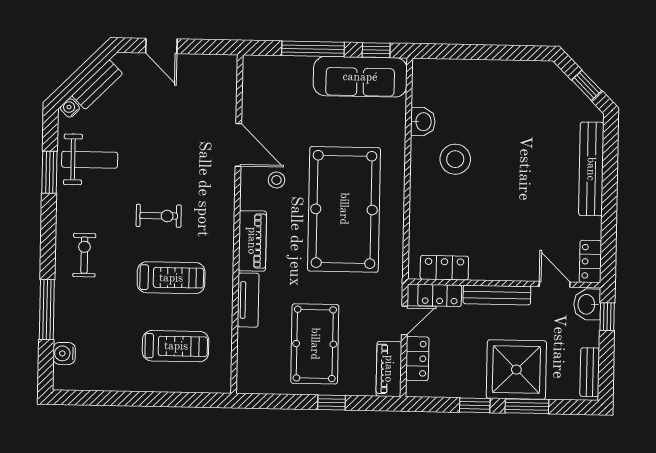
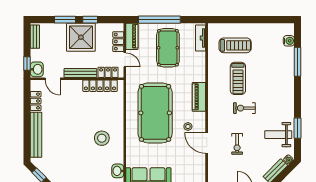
washbasin: (423, 122) -> (118, 171), moved
exercise bike: (84, 255) -> (237, 144), moved
locker: (590, 261) -> (36, 101), moved
locker: (444, 268) -> (100, 86), width x1.53
treadmill: (171, 278) -> (238, 78), turned -90
tv unit: (248, 300) -> (201, 38), moved
door: (405, 320) -> (125, 60), swing flipped
treadmill: (176, 346) -> (235, 45), turned 180
shower: (516, 370) -> (81, 37), moved
window: (332, 402) -> (159, 20), width x3.17

